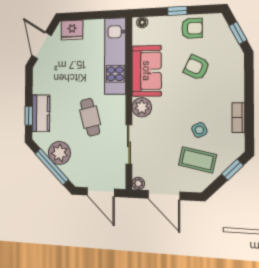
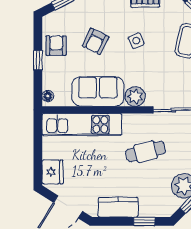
kitchen counter: (41, 113) -> (118, 207), moved
side table: (199, 130) -> (136, 41), moved

